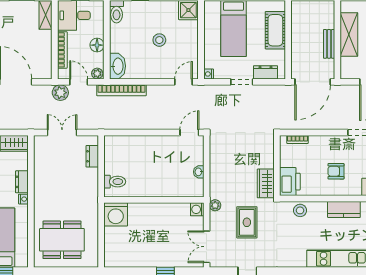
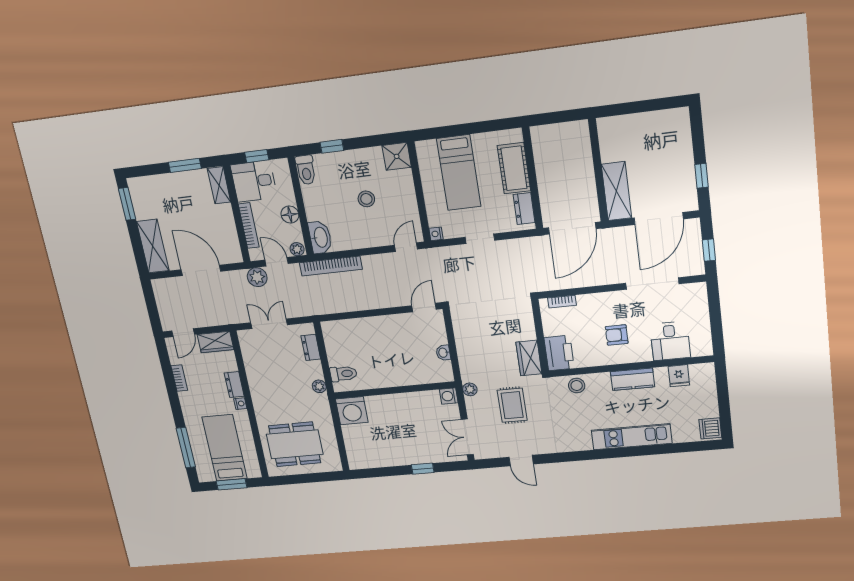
shelving: (349, 34) -> (616, 191), moved
bench: (329, 44) -> (588, 177), removed
dresser: (265, 72) -> (524, 209), moved, turned -90
plant: (93, 190) -> (319, 386), added

